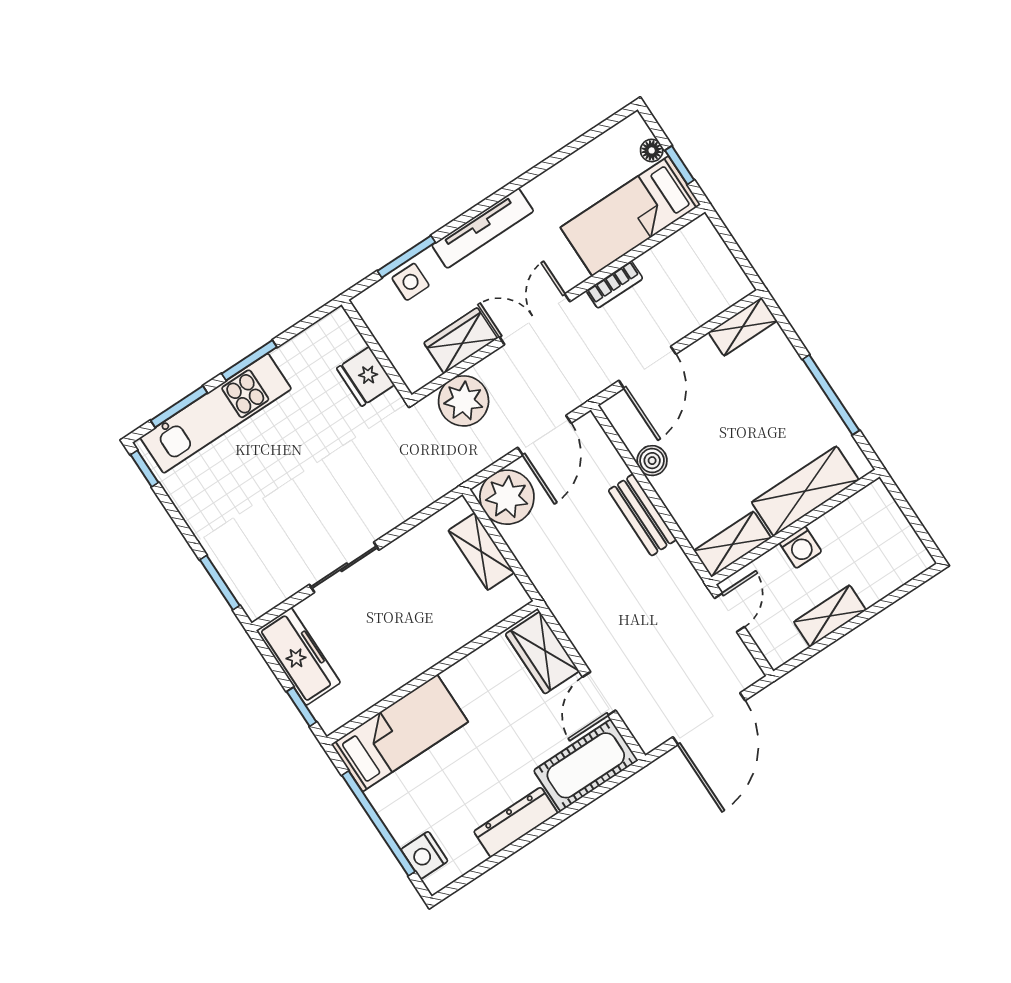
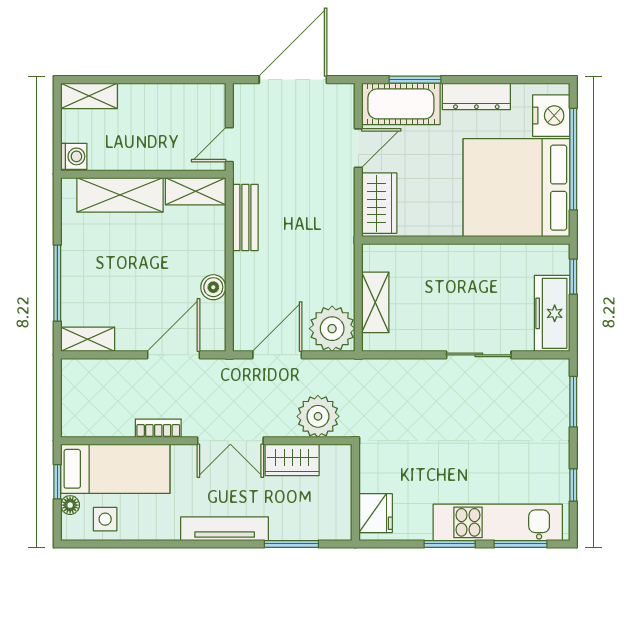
side table: (411, 282) -> (105, 519), moved
fridge: (365, 377) -> (376, 513), moved
window: (831, 395) -> (57, 283), moved
window: (145, 469) -> (573, 485), moved
bench: (642, 515) -> (245, 218), moved
washing machine: (800, 547) -> (74, 156), moved, turned 90
shelving: (830, 616) -> (89, 96), moved
bed: (400, 733) -> (516, 188), width x2.04
window: (588, 799) -> (415, 80), added
nightstand: (424, 855) -> (551, 116), width x1.36, depth x1.33

